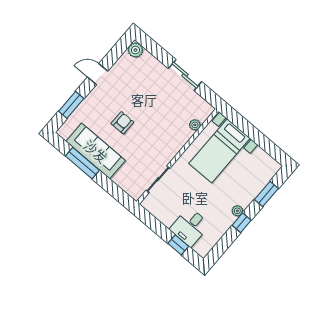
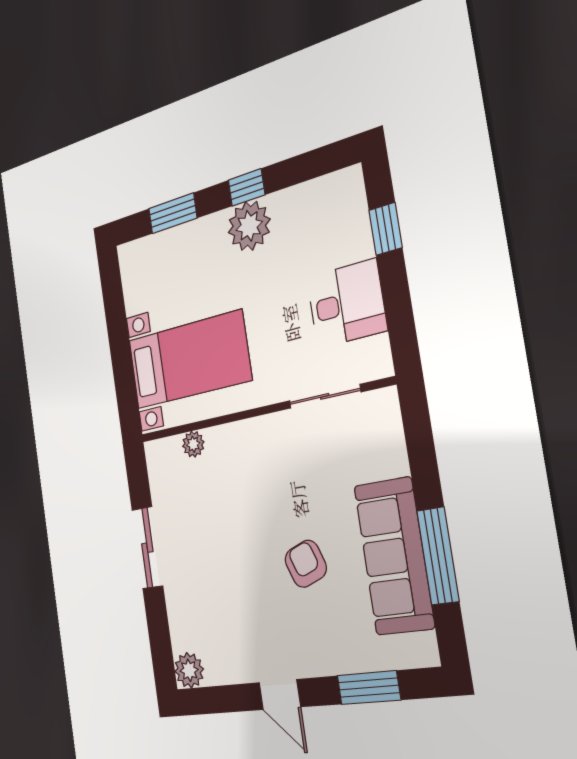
armchair: (122, 123) -> (306, 564), turned 70
plant: (237, 211) -> (249, 226), width x1.88, depth x1.88
desk: (190, 227) -> (347, 304), moved

